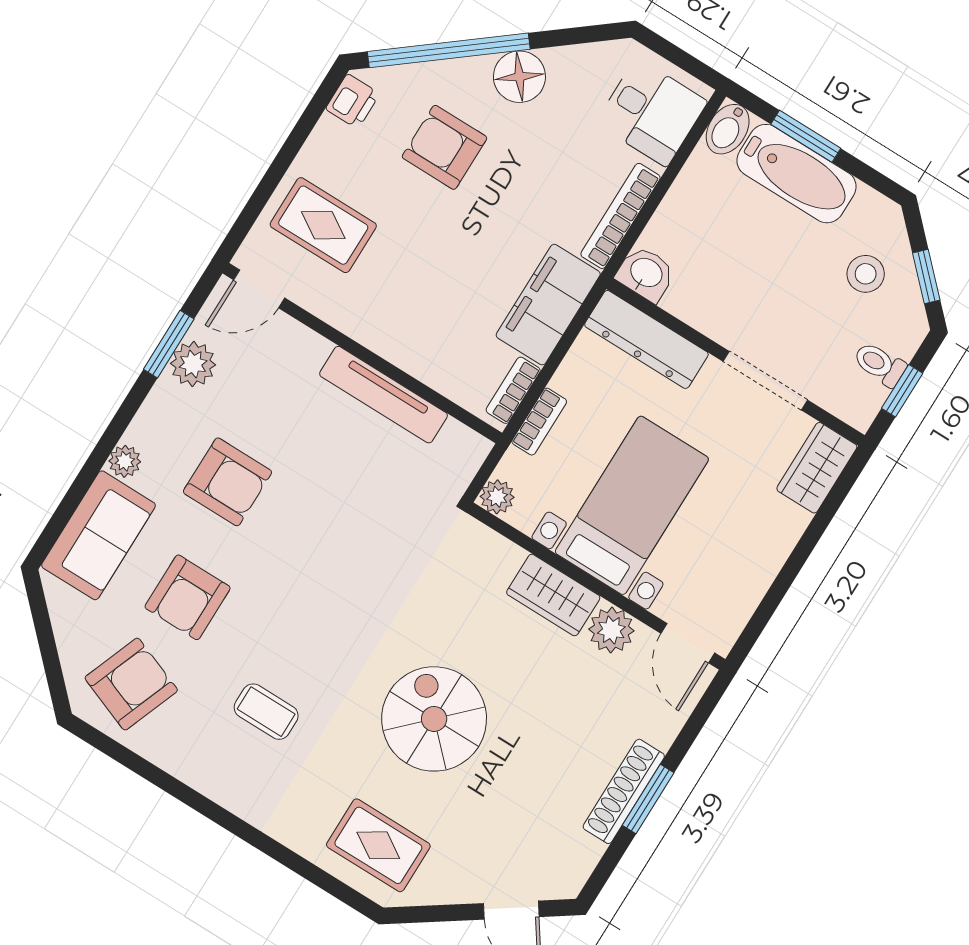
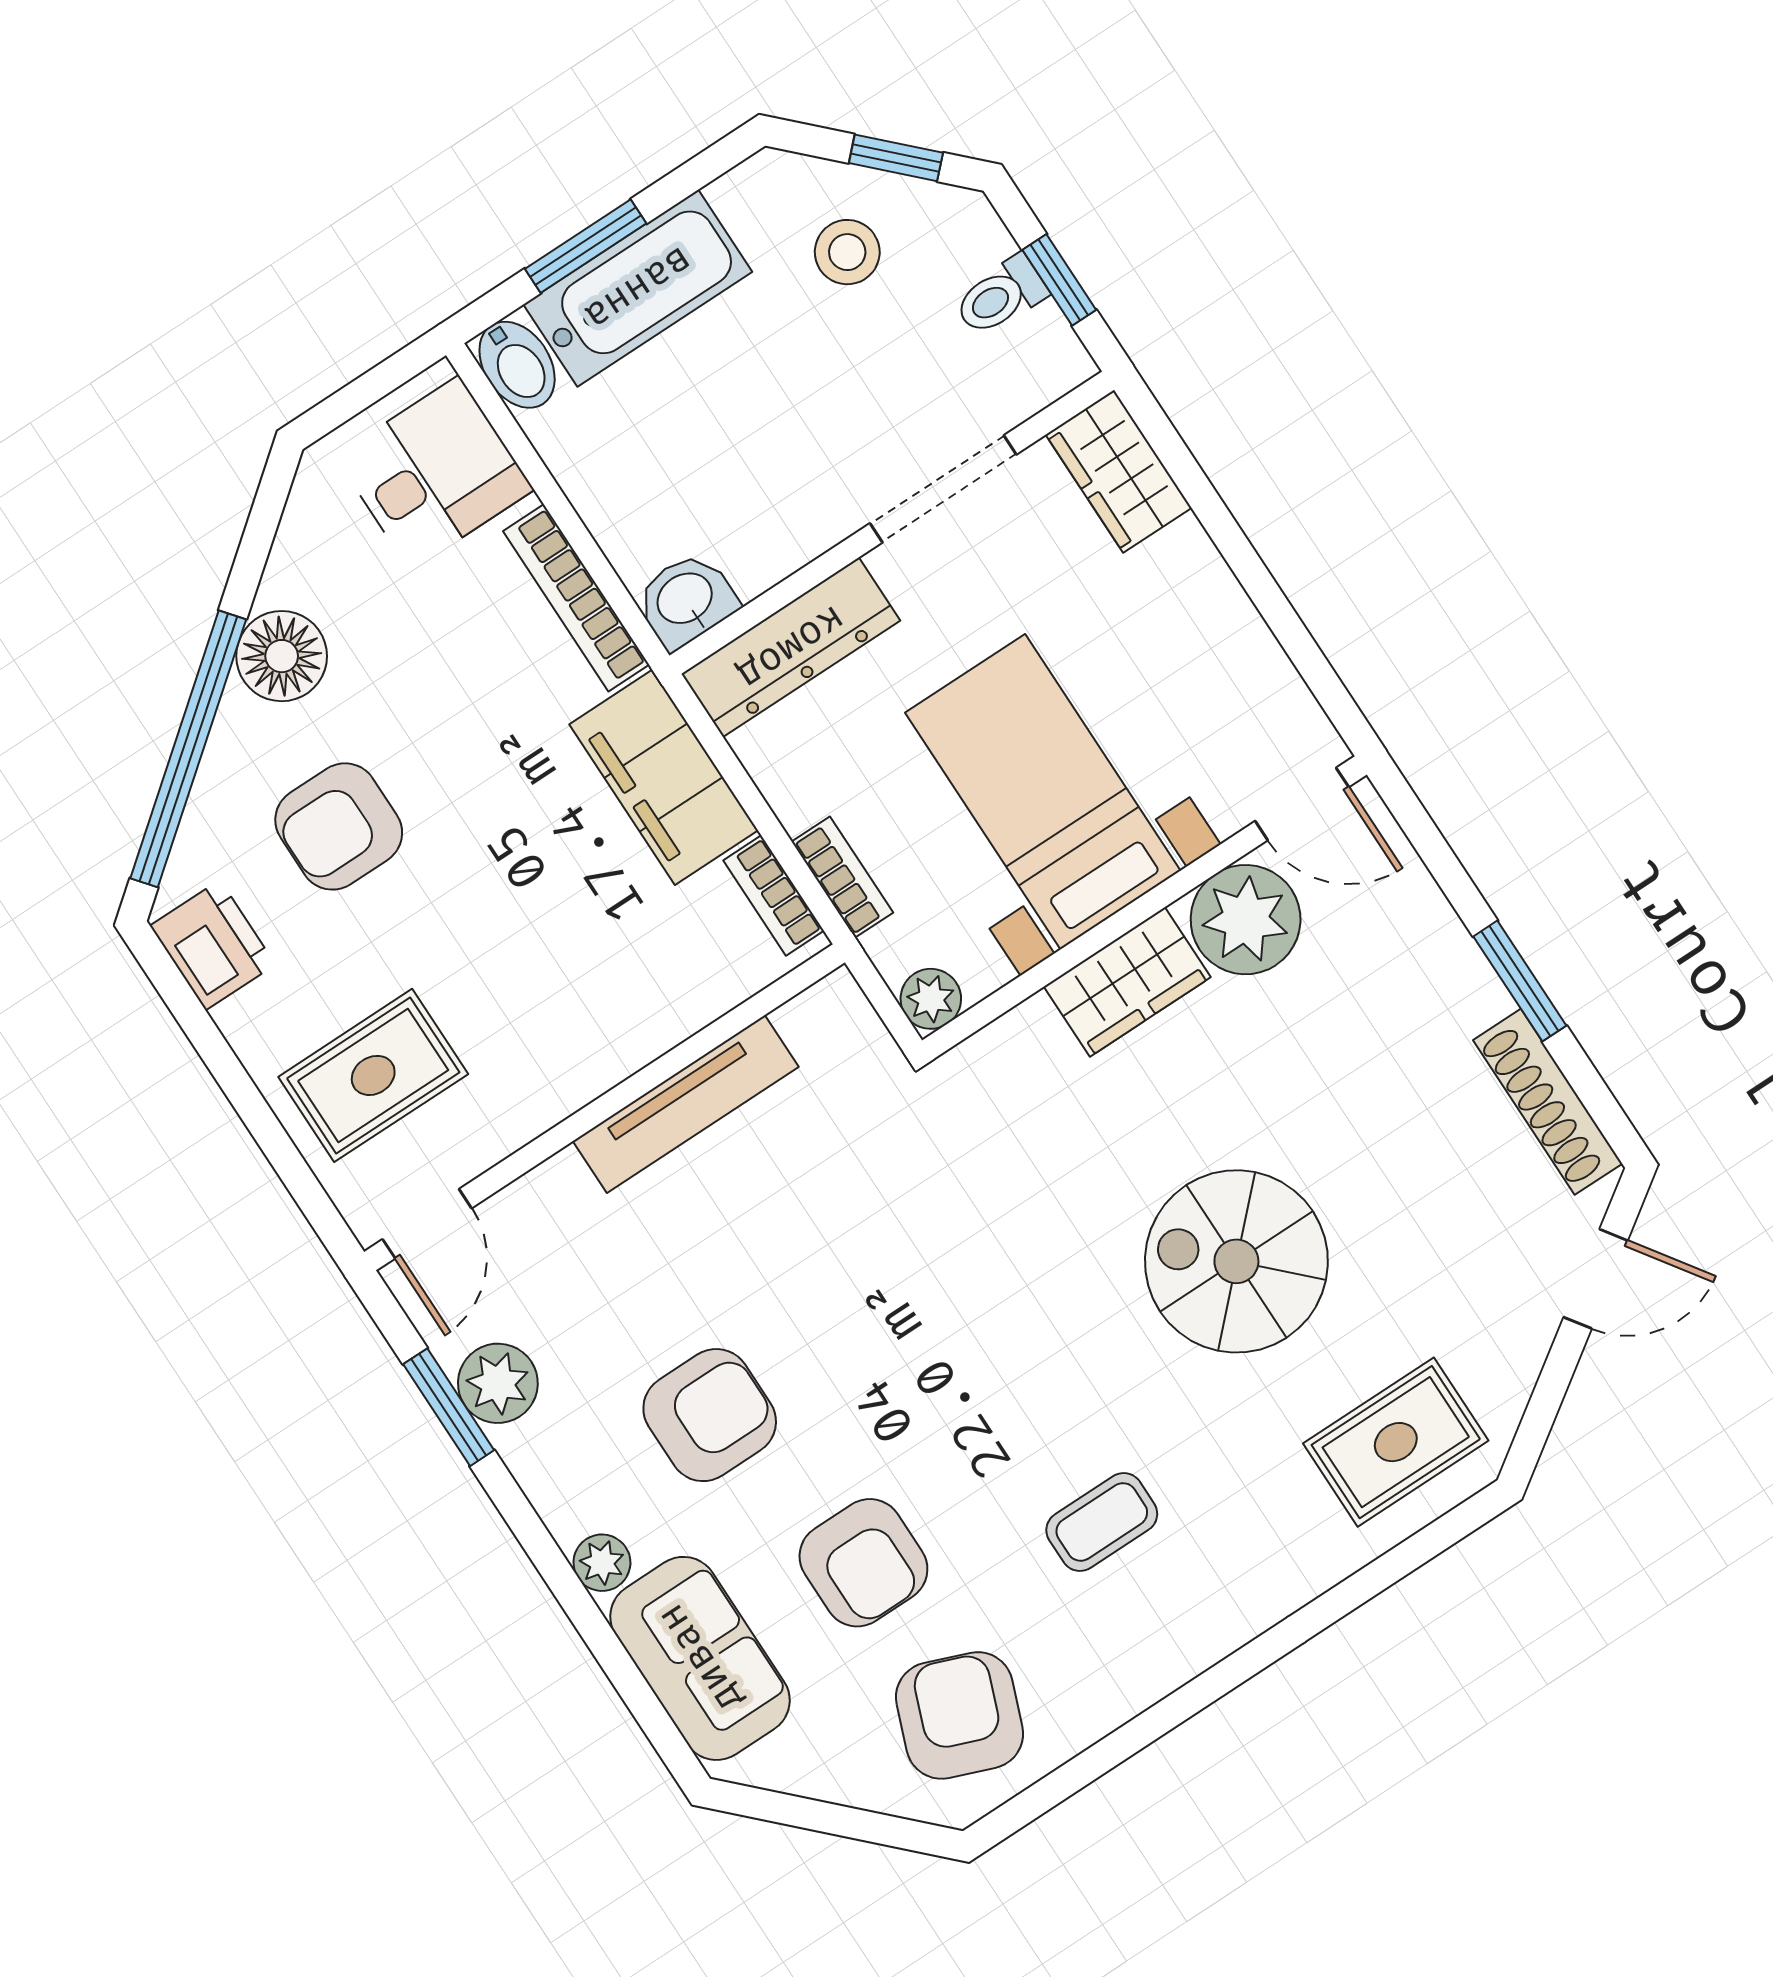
printer: (353, 101) -> (213, 945), width x1.36, depth x1.24
plant: (611, 630) -> (1246, 920), width x1.36, depth x1.36
shoe rack: (624, 791) -> (1548, 1102), moved

